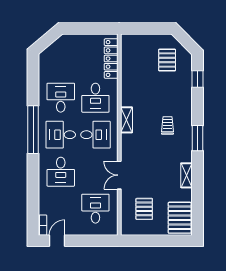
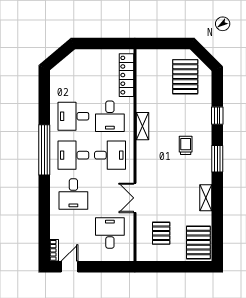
pallet: (167, 60) -> (185, 77), width x1.50, depth x1.42
window: (197, 79) -> (217, 116), moved
desk: (61, 98) -> (73, 116), turned -90
shelving: (126, 120) -> (142, 126), moved

